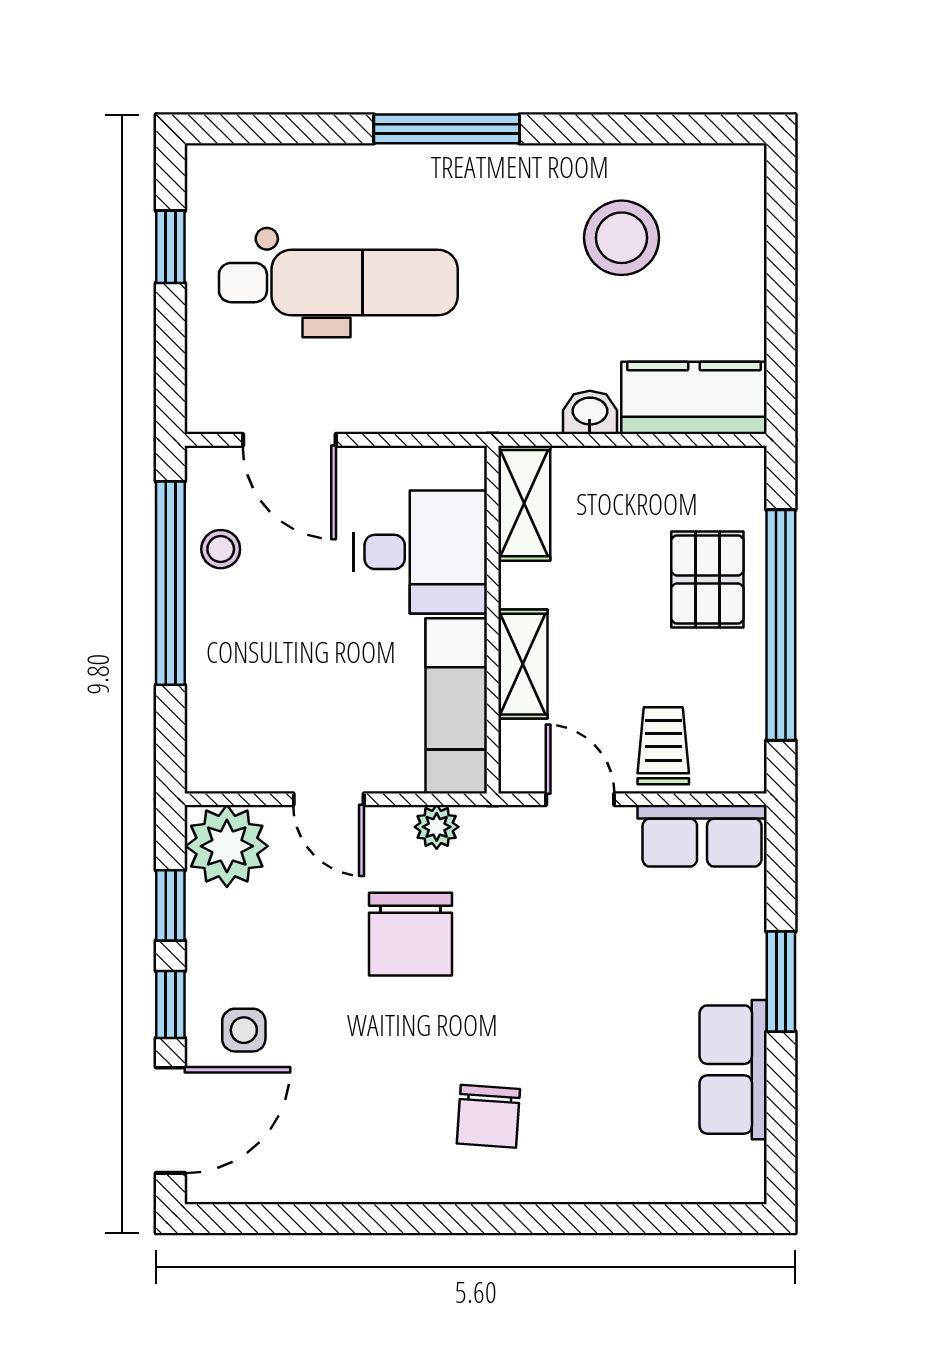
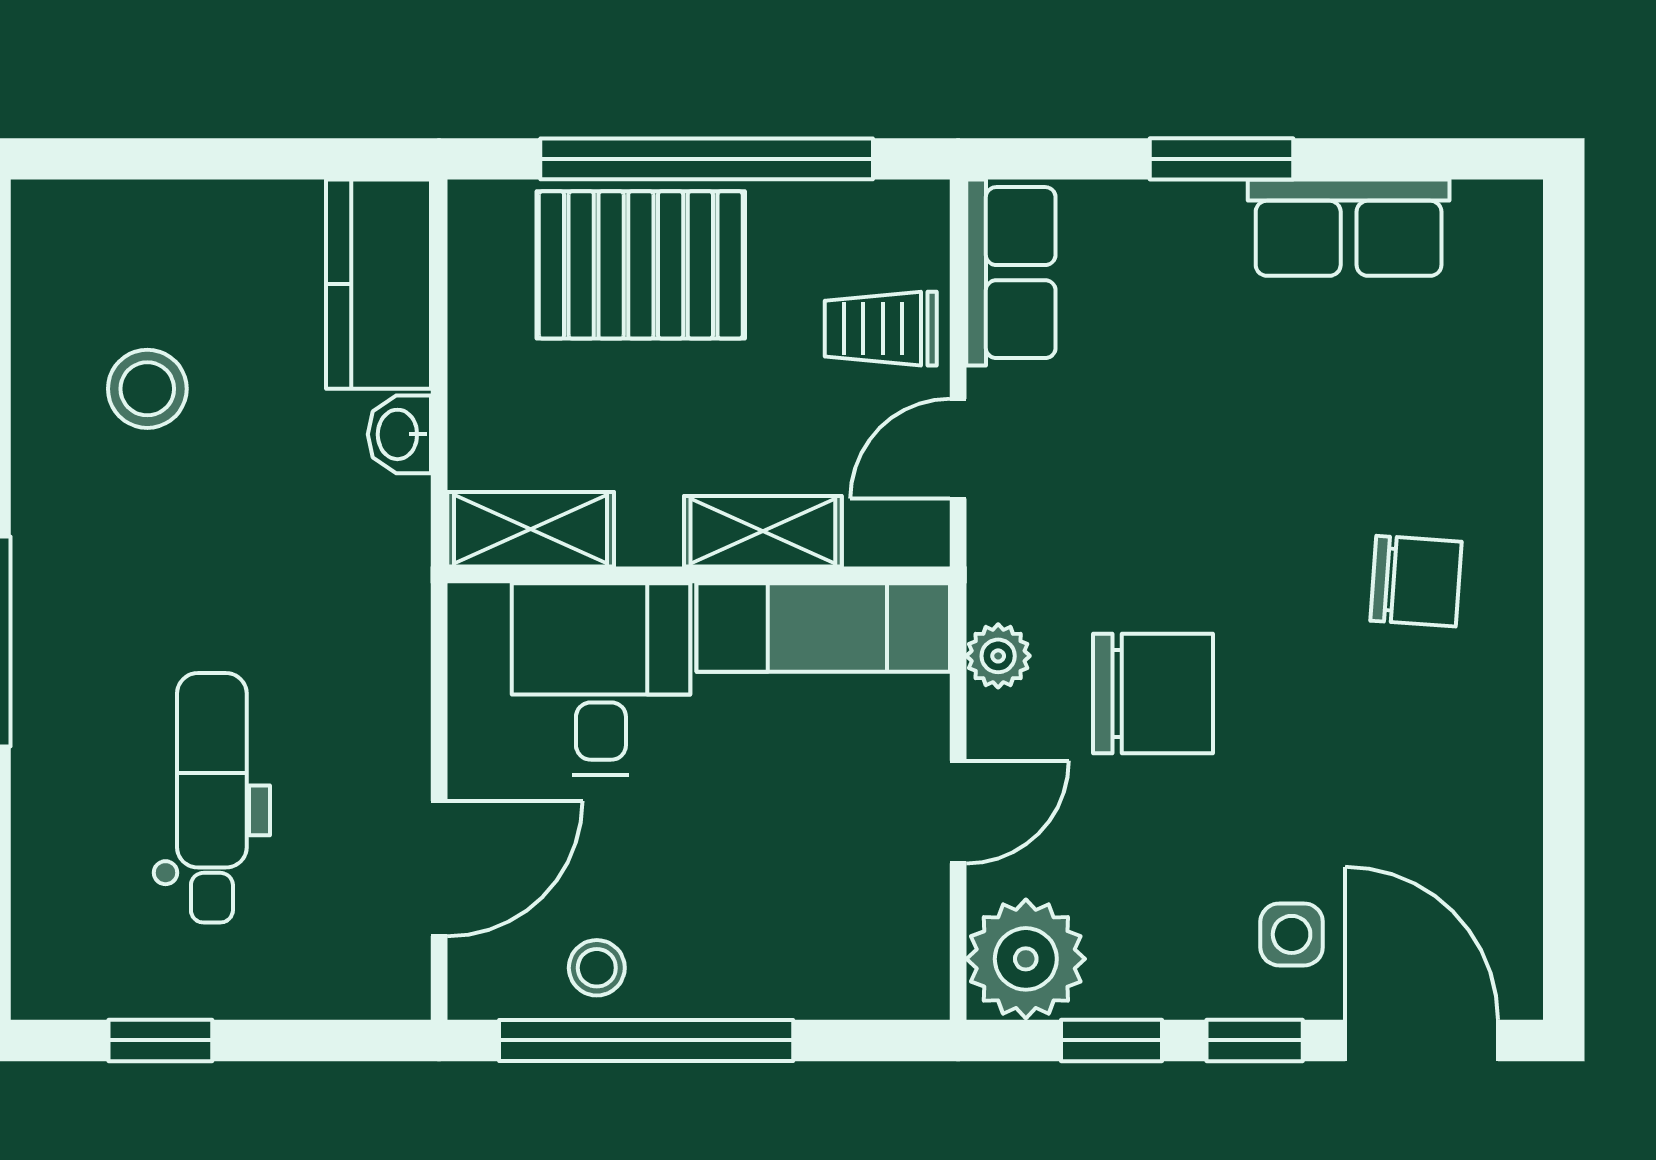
stool: (622, 238) -> (147, 389), width x0.73, depth x0.73
dental chair: (338, 283) -> (212, 798), width x0.73, depth x0.72
pallet: (707, 580) -> (641, 265), width x1.50, depth x1.42

